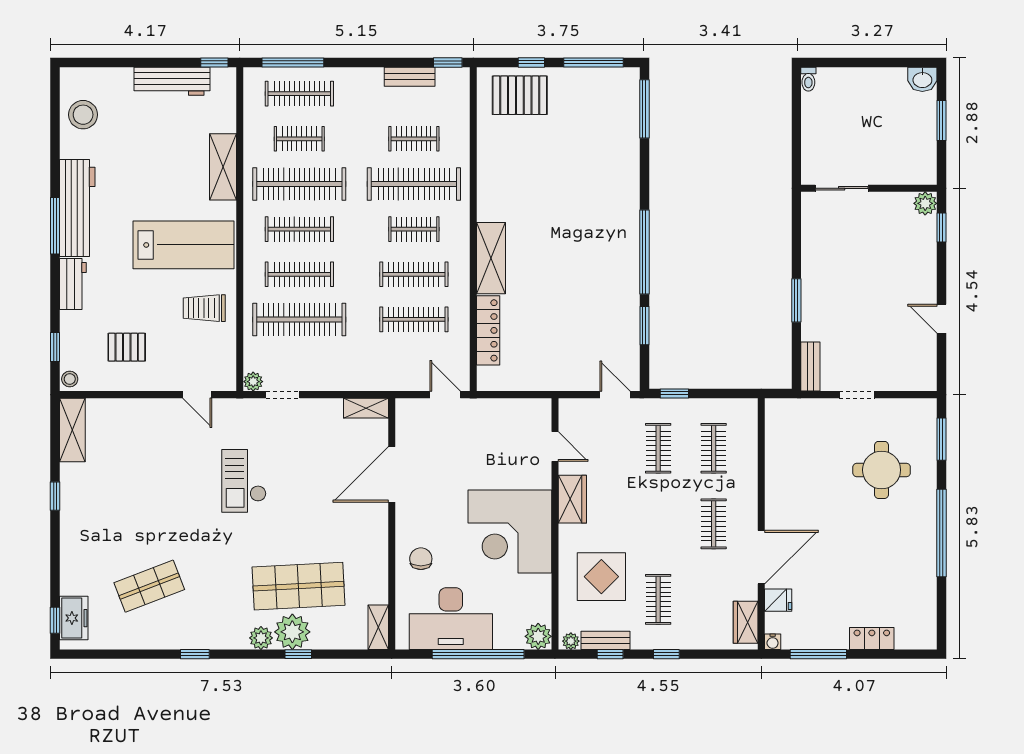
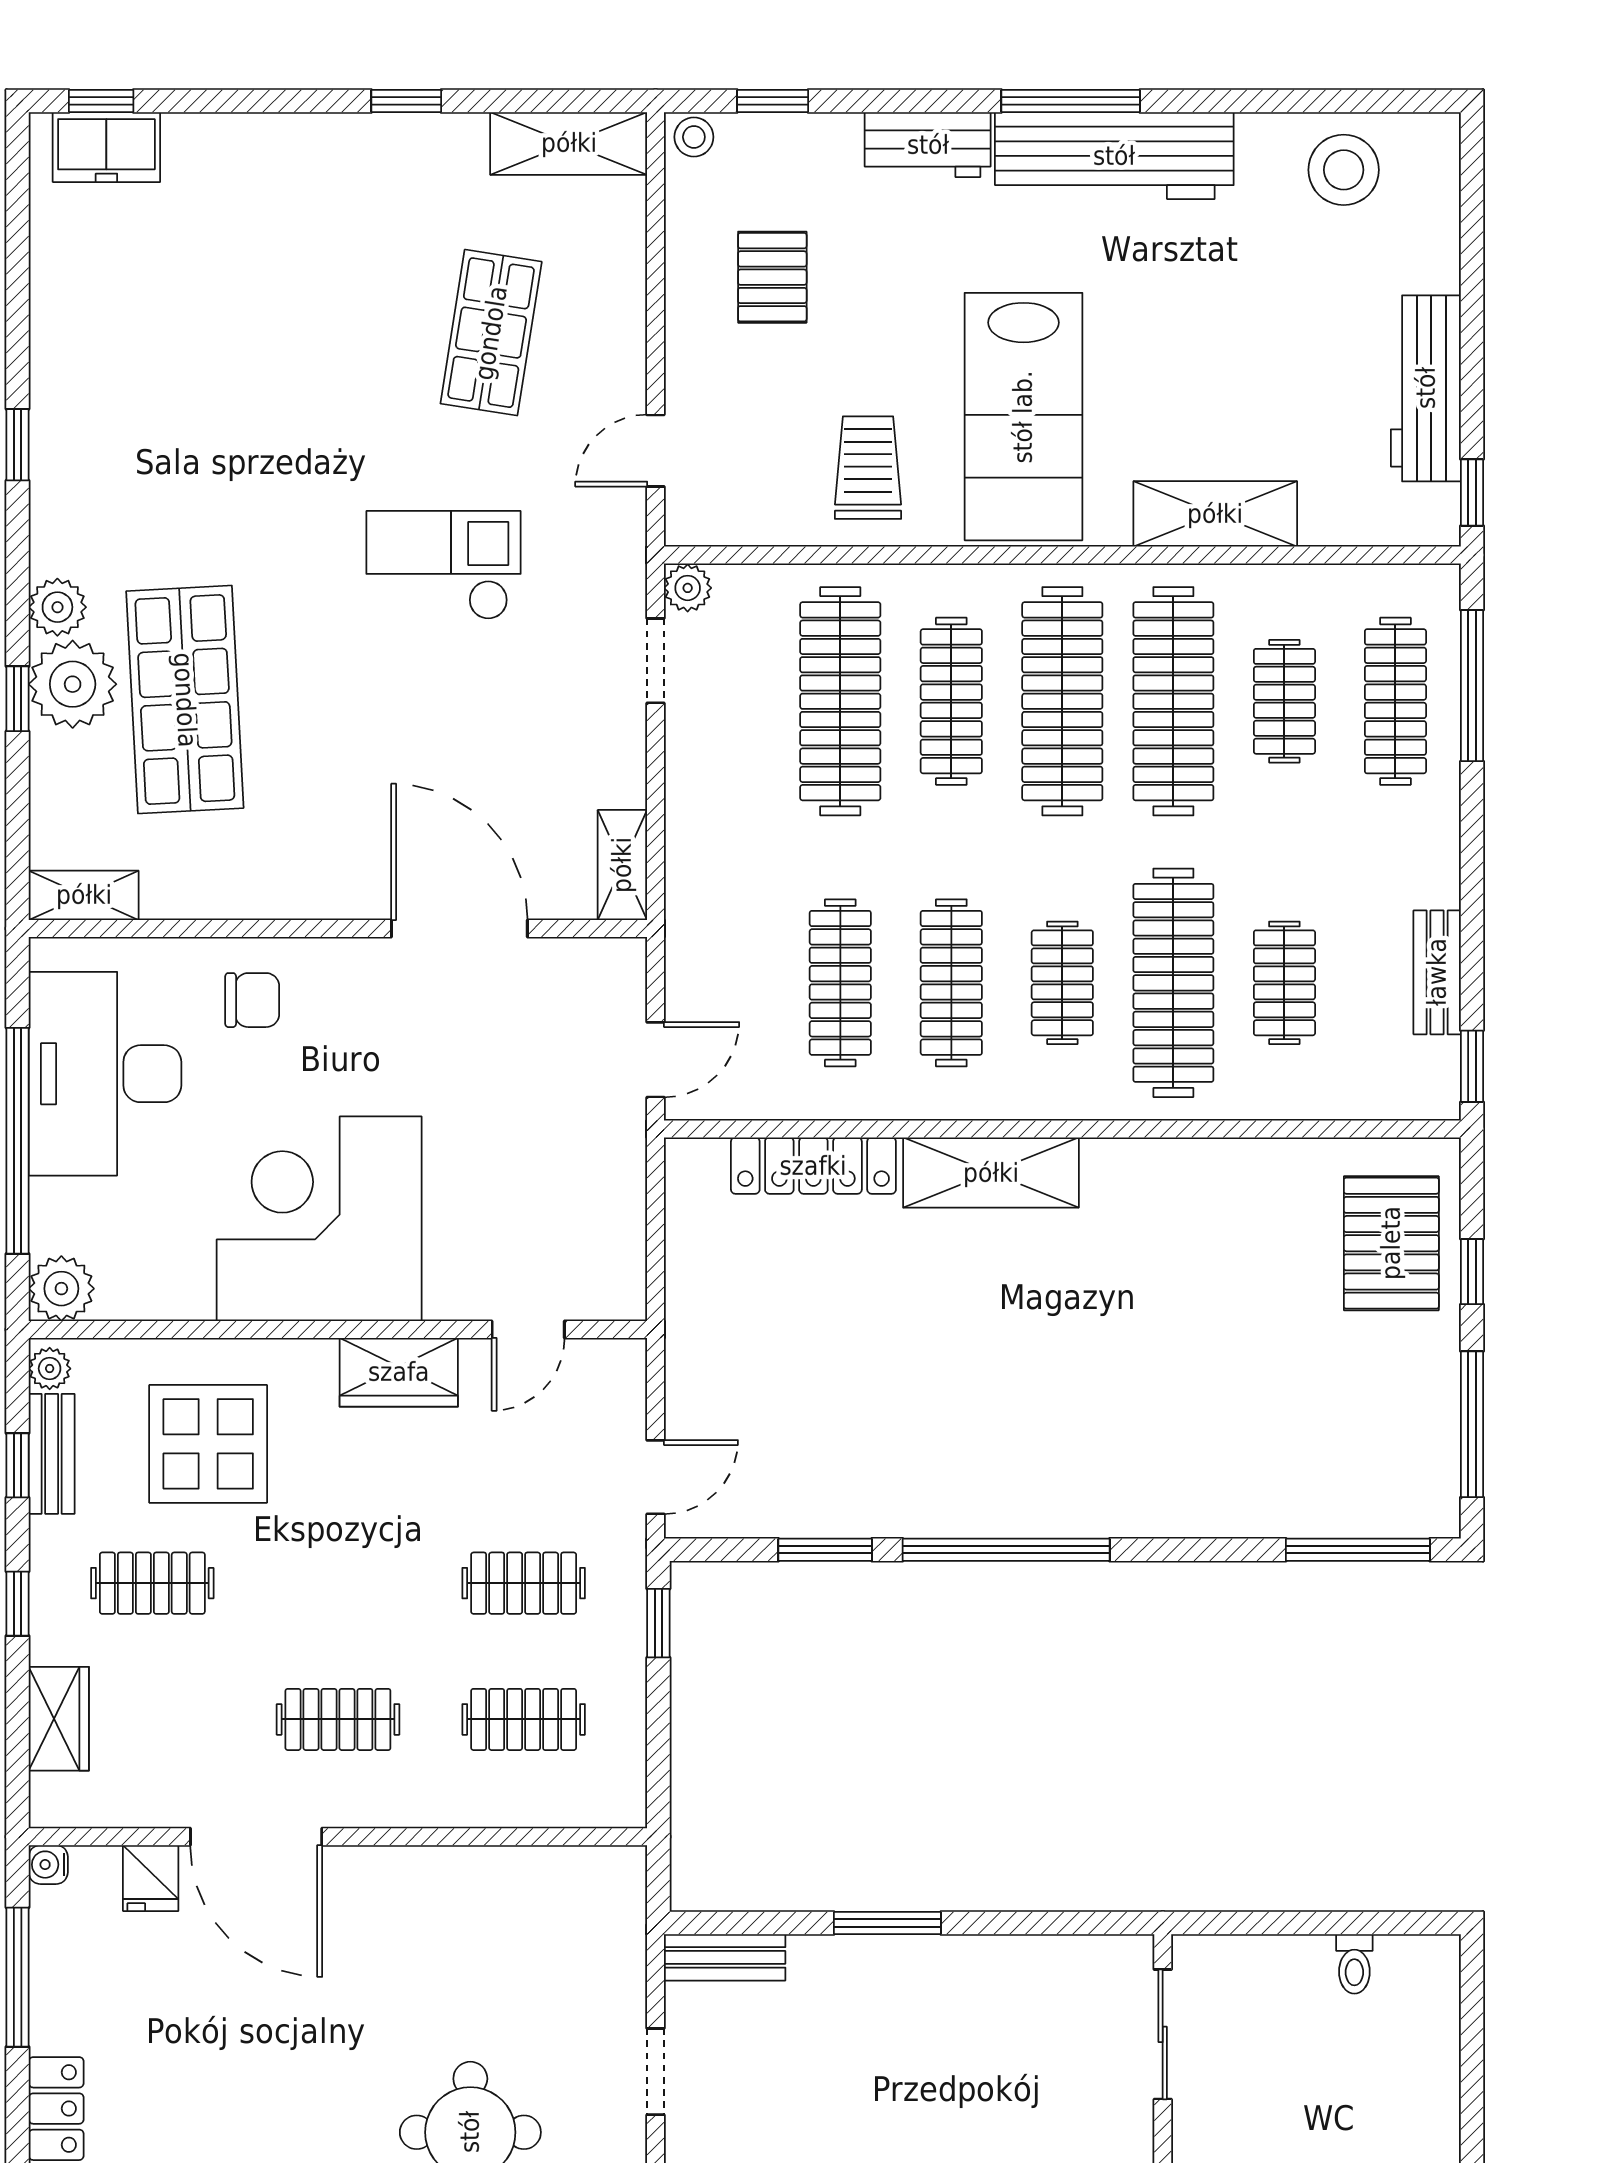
toilet: (808, 79) -> (1354, 1964), moved, turned -90
clothes rail: (299, 229) -> (1062, 701), width x1.37, depth x1.31
shop shelf: (149, 586) -> (491, 333), moved, turned 30
wardrobe: (746, 622) -> (59, 1719), moved, turned 90

